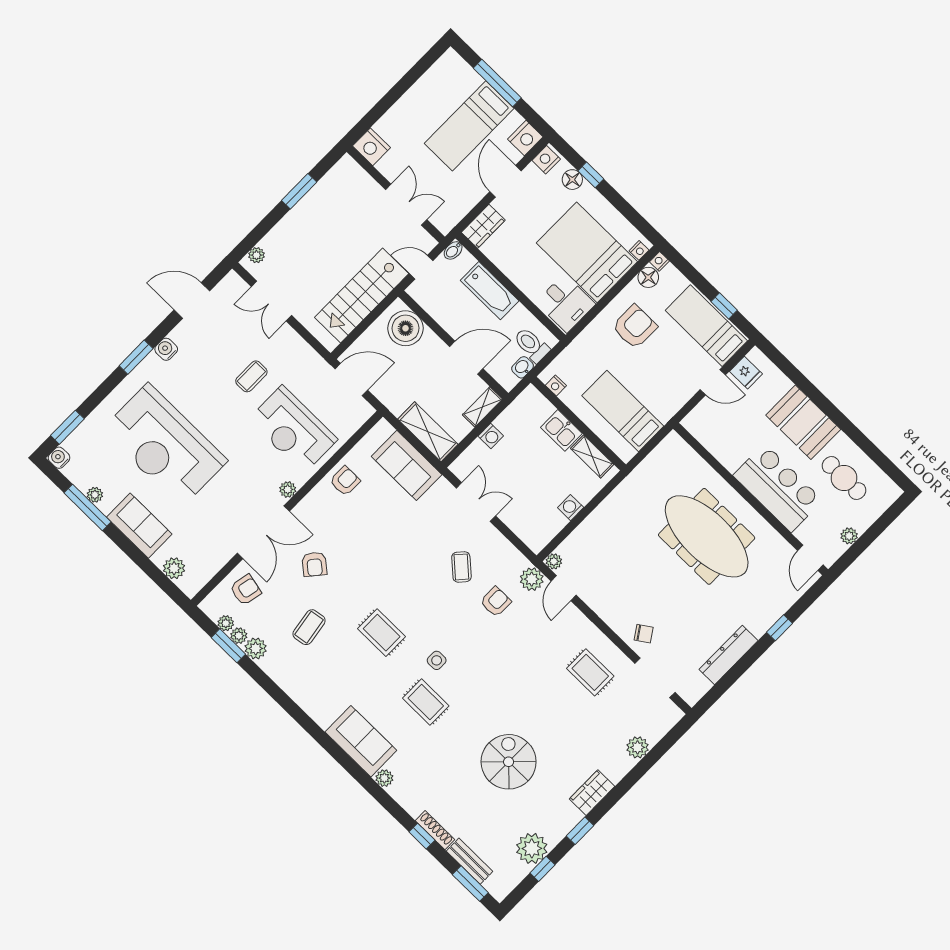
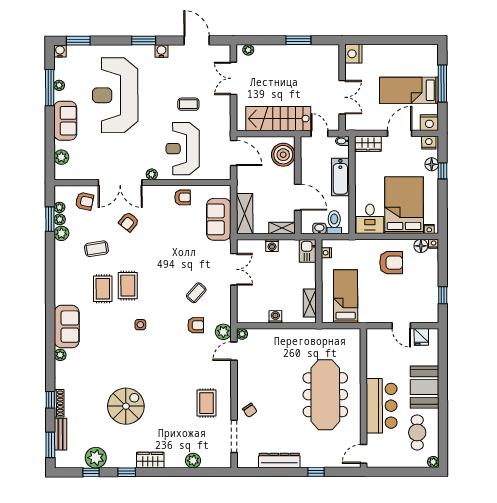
bed: (706, 326) -> (425, 296), removed
kitchen sink: (561, 430) -> (308, 251), moved
plant: (849, 536) -> (433, 462), moved
rug: (426, 702) -> (103, 289), moved

